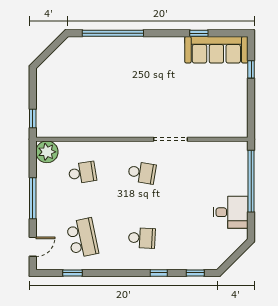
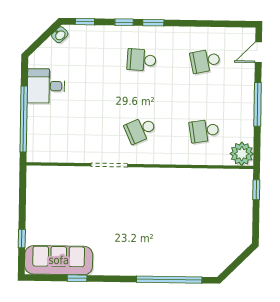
school desk: (142, 173) -> (140, 130), turned -33
school desk: (82, 238) -> (205, 61), width x0.54
washbasin: (219, 260) -> (60, 35), added
window: (72, 273) -> (153, 23), moved

